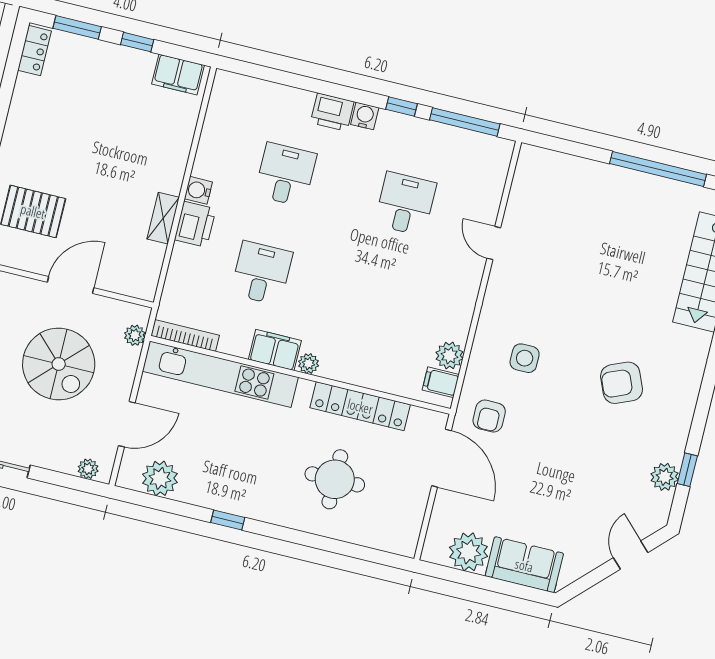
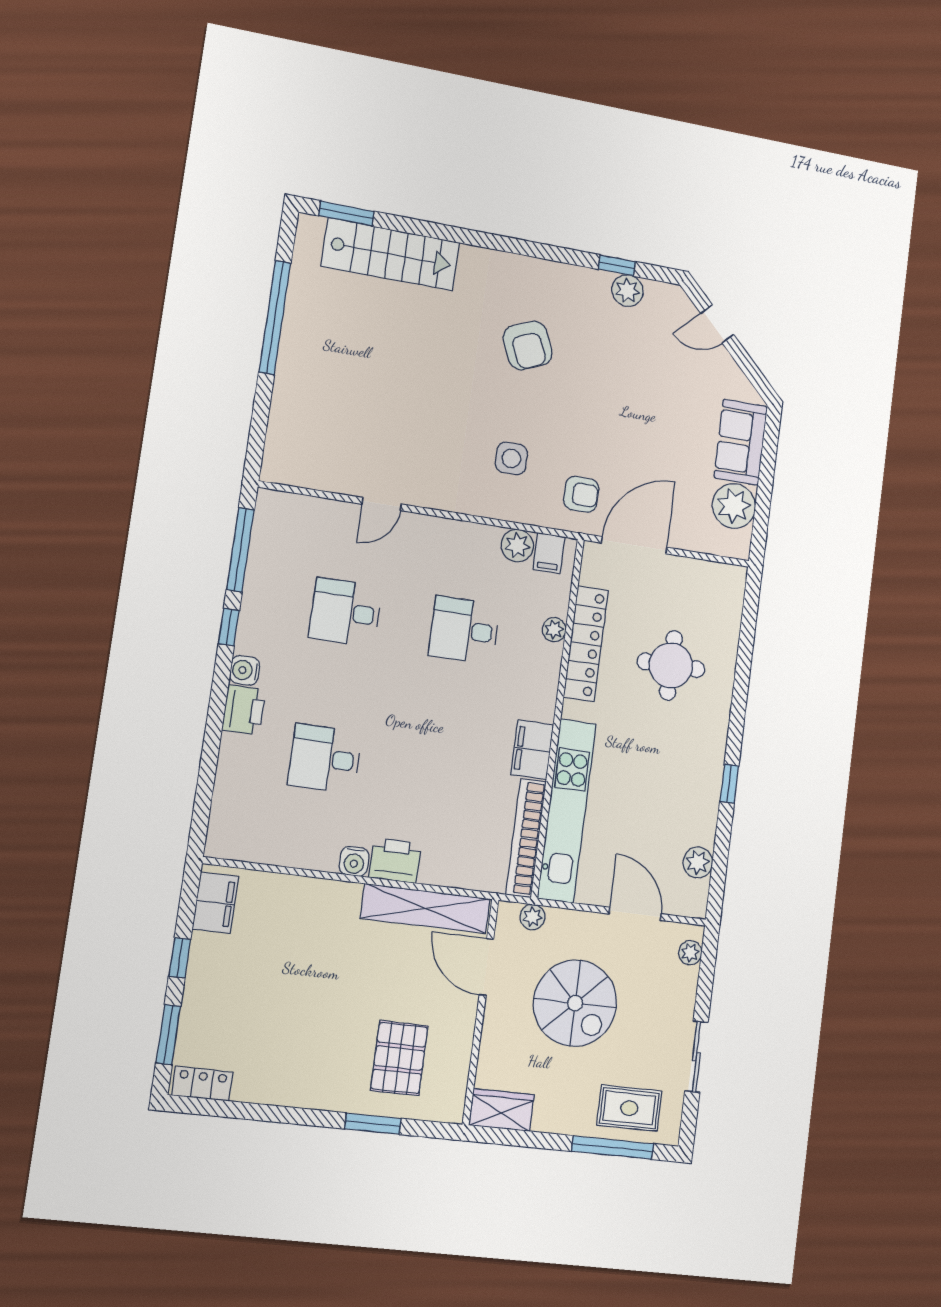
shelving: (163, 218) -> (425, 908), width x2.20, depth x1.33
desk: (262, 273) -> (464, 630), moved
door: (71, 285) -> (486, 967), moved
bookcase: (185, 335) -> (526, 838), width x1.48, depth x1.31
spiral stairs: (59, 364) -> (575, 1003), turned 90
plant: (308, 364) -> (554, 630), moved
plant: (160, 478) -> (698, 863), width x0.73, depth x0.73

